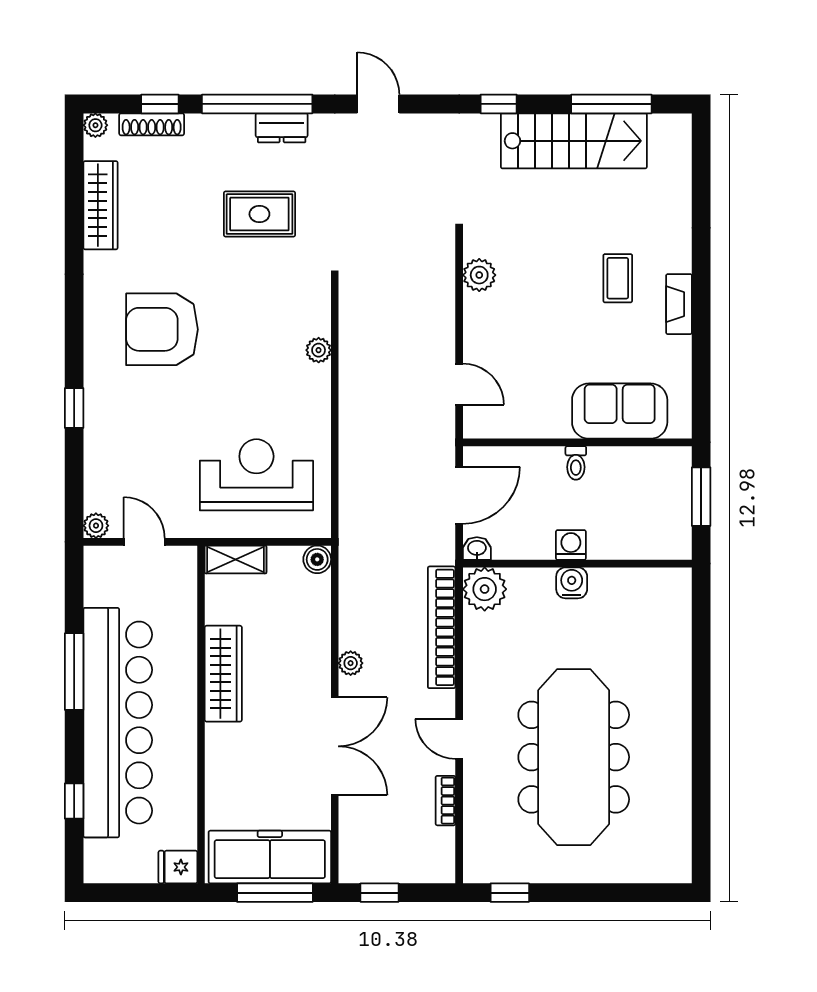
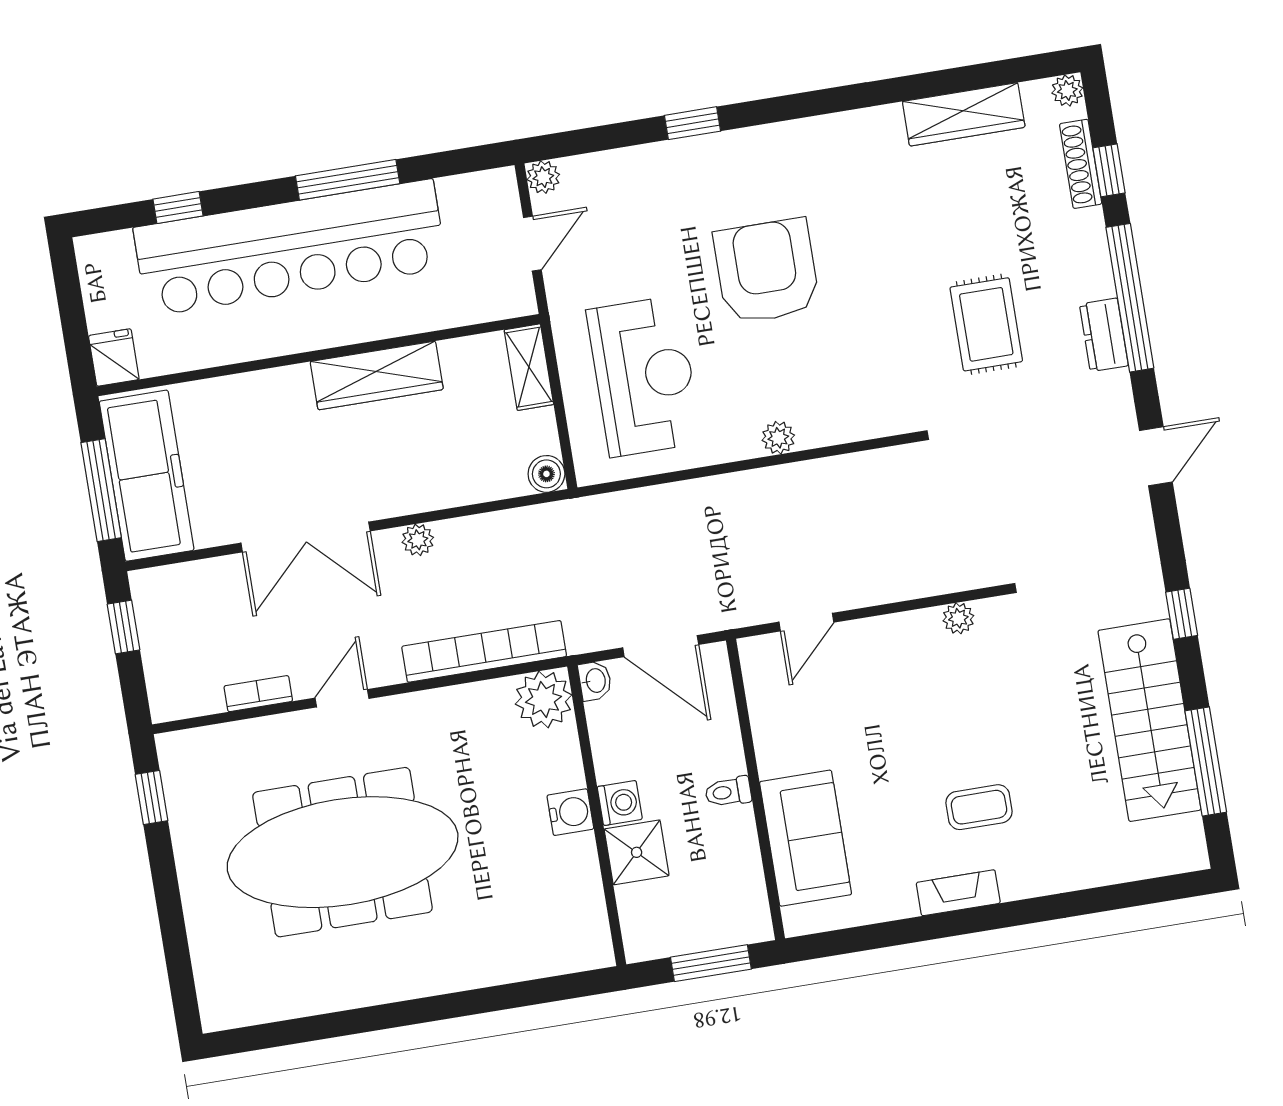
plant: (479, 275) -> (958, 618), width x0.73, depth x0.73
armchair: (162, 329) -> (767, 271), moved
plant: (319, 350) -> (778, 438), moved
shower: (610, 538) -> (637, 852), added

